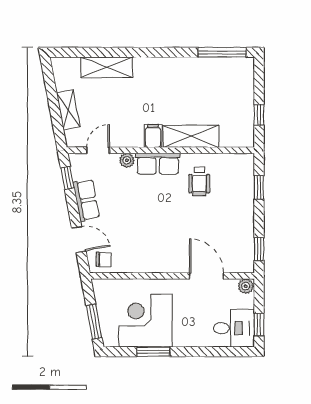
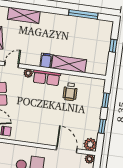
window: (222, 52) -> (83, 14), moved
window: (259, 115) -> (113, 46), moved
window: (259, 249) -> (102, 126), moved
plant: (244, 262) -> (90, 144), added

